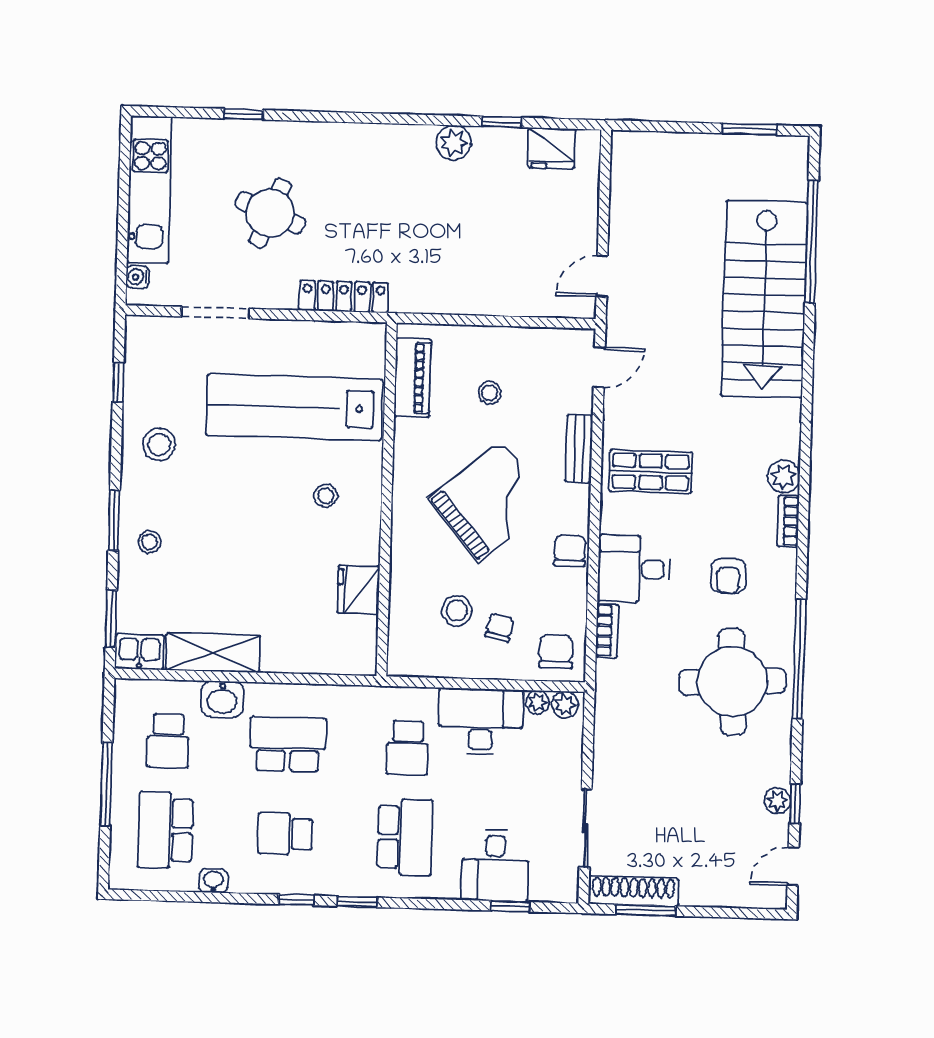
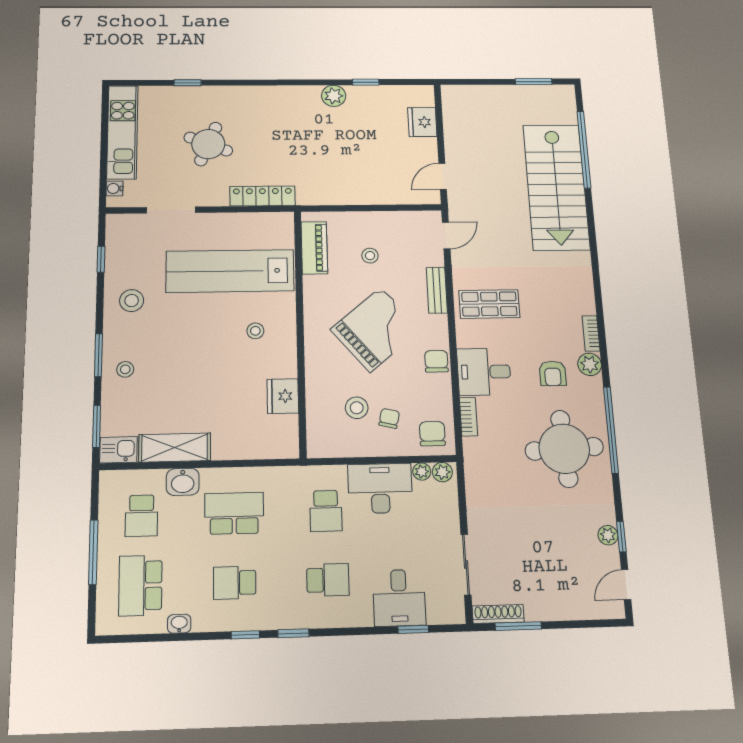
fridge: (552, 148) -> (422, 122), moved, turned 90
plant: (784, 477) -> (590, 364), moved
school desk: (405, 837) -> (328, 580), width x0.54
shoe rack: (633, 891) -> (498, 614), width x0.74, depth x0.81

